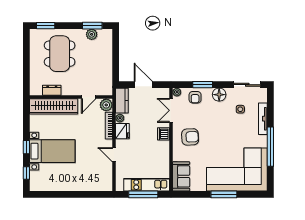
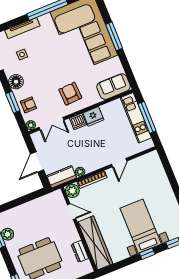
fridge: (122, 131) -> (93, 116), moved, turned 180

